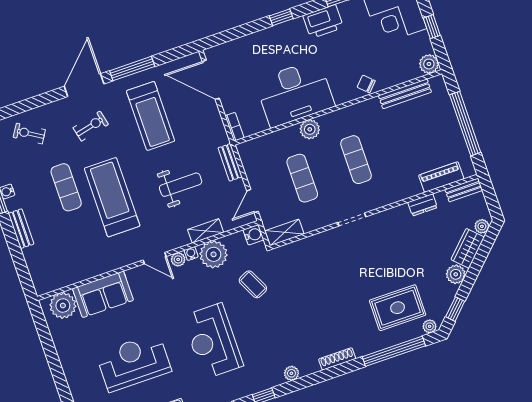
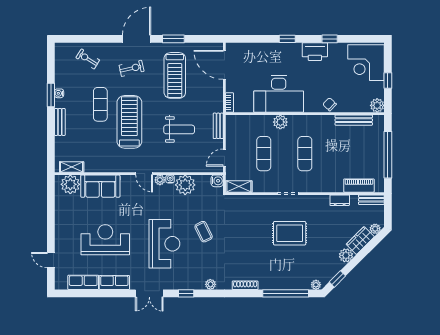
window: (132, 69) -> (173, 39), width x0.69
shelving: (206, 231) -> (72, 167), moved
coffee table: (253, 284) -> (204, 232), moved
rug: (398, 308) -> (290, 233), moved
reception desk: (213, 341) -> (164, 244), turned 180

